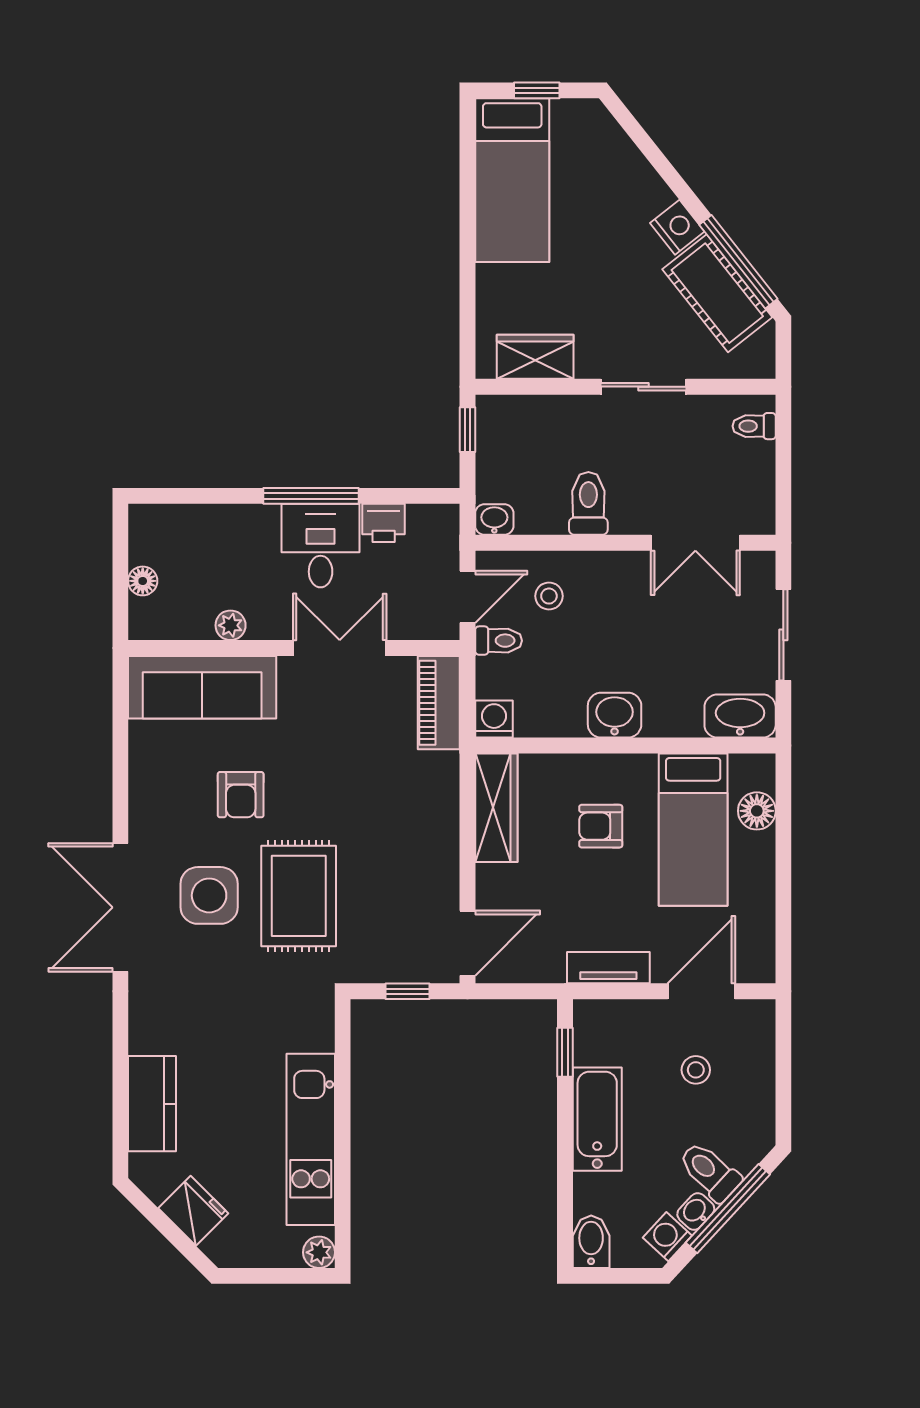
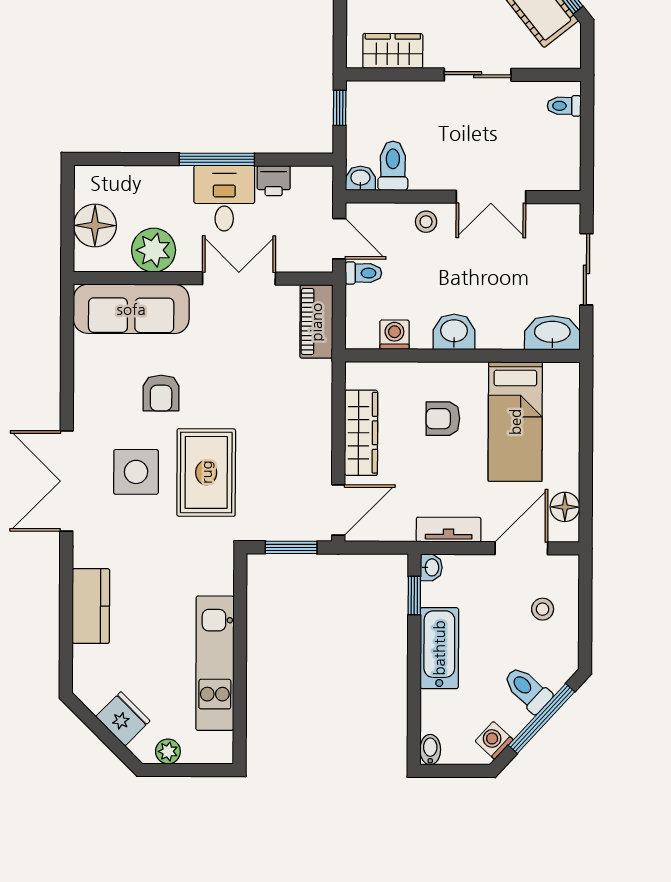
toilet: (588, 503) -> (393, 166), moved
double door: (695, 543) -> (491, 197), moved
floor lamp: (143, 581) -> (95, 225), width x1.89, depth x1.89
stool: (549, 596) -> (426, 222), moved
door: (467, 597) -> (339, 239), hinge flipped
plant: (231, 625) -> (154, 250), width x1.88, depth x1.88
washing machine: (494, 719) -> (394, 335), moved
wardrobe: (496, 808) -> (361, 433), moved
floor lamp: (757, 811) -> (565, 507), moved
window: (408, 991) -> (291, 547), width x1.50
stool: (696, 1070) -> (543, 609), moved
kitchen counter: (152, 1104) -> (91, 606), moved
washbasin: (696, 1211) -> (431, 567), moved, turned 137
bidet: (591, 1242) -> (430, 750), width x0.72, depth x0.74
plant: (319, 1252) -> (168, 751), moved

